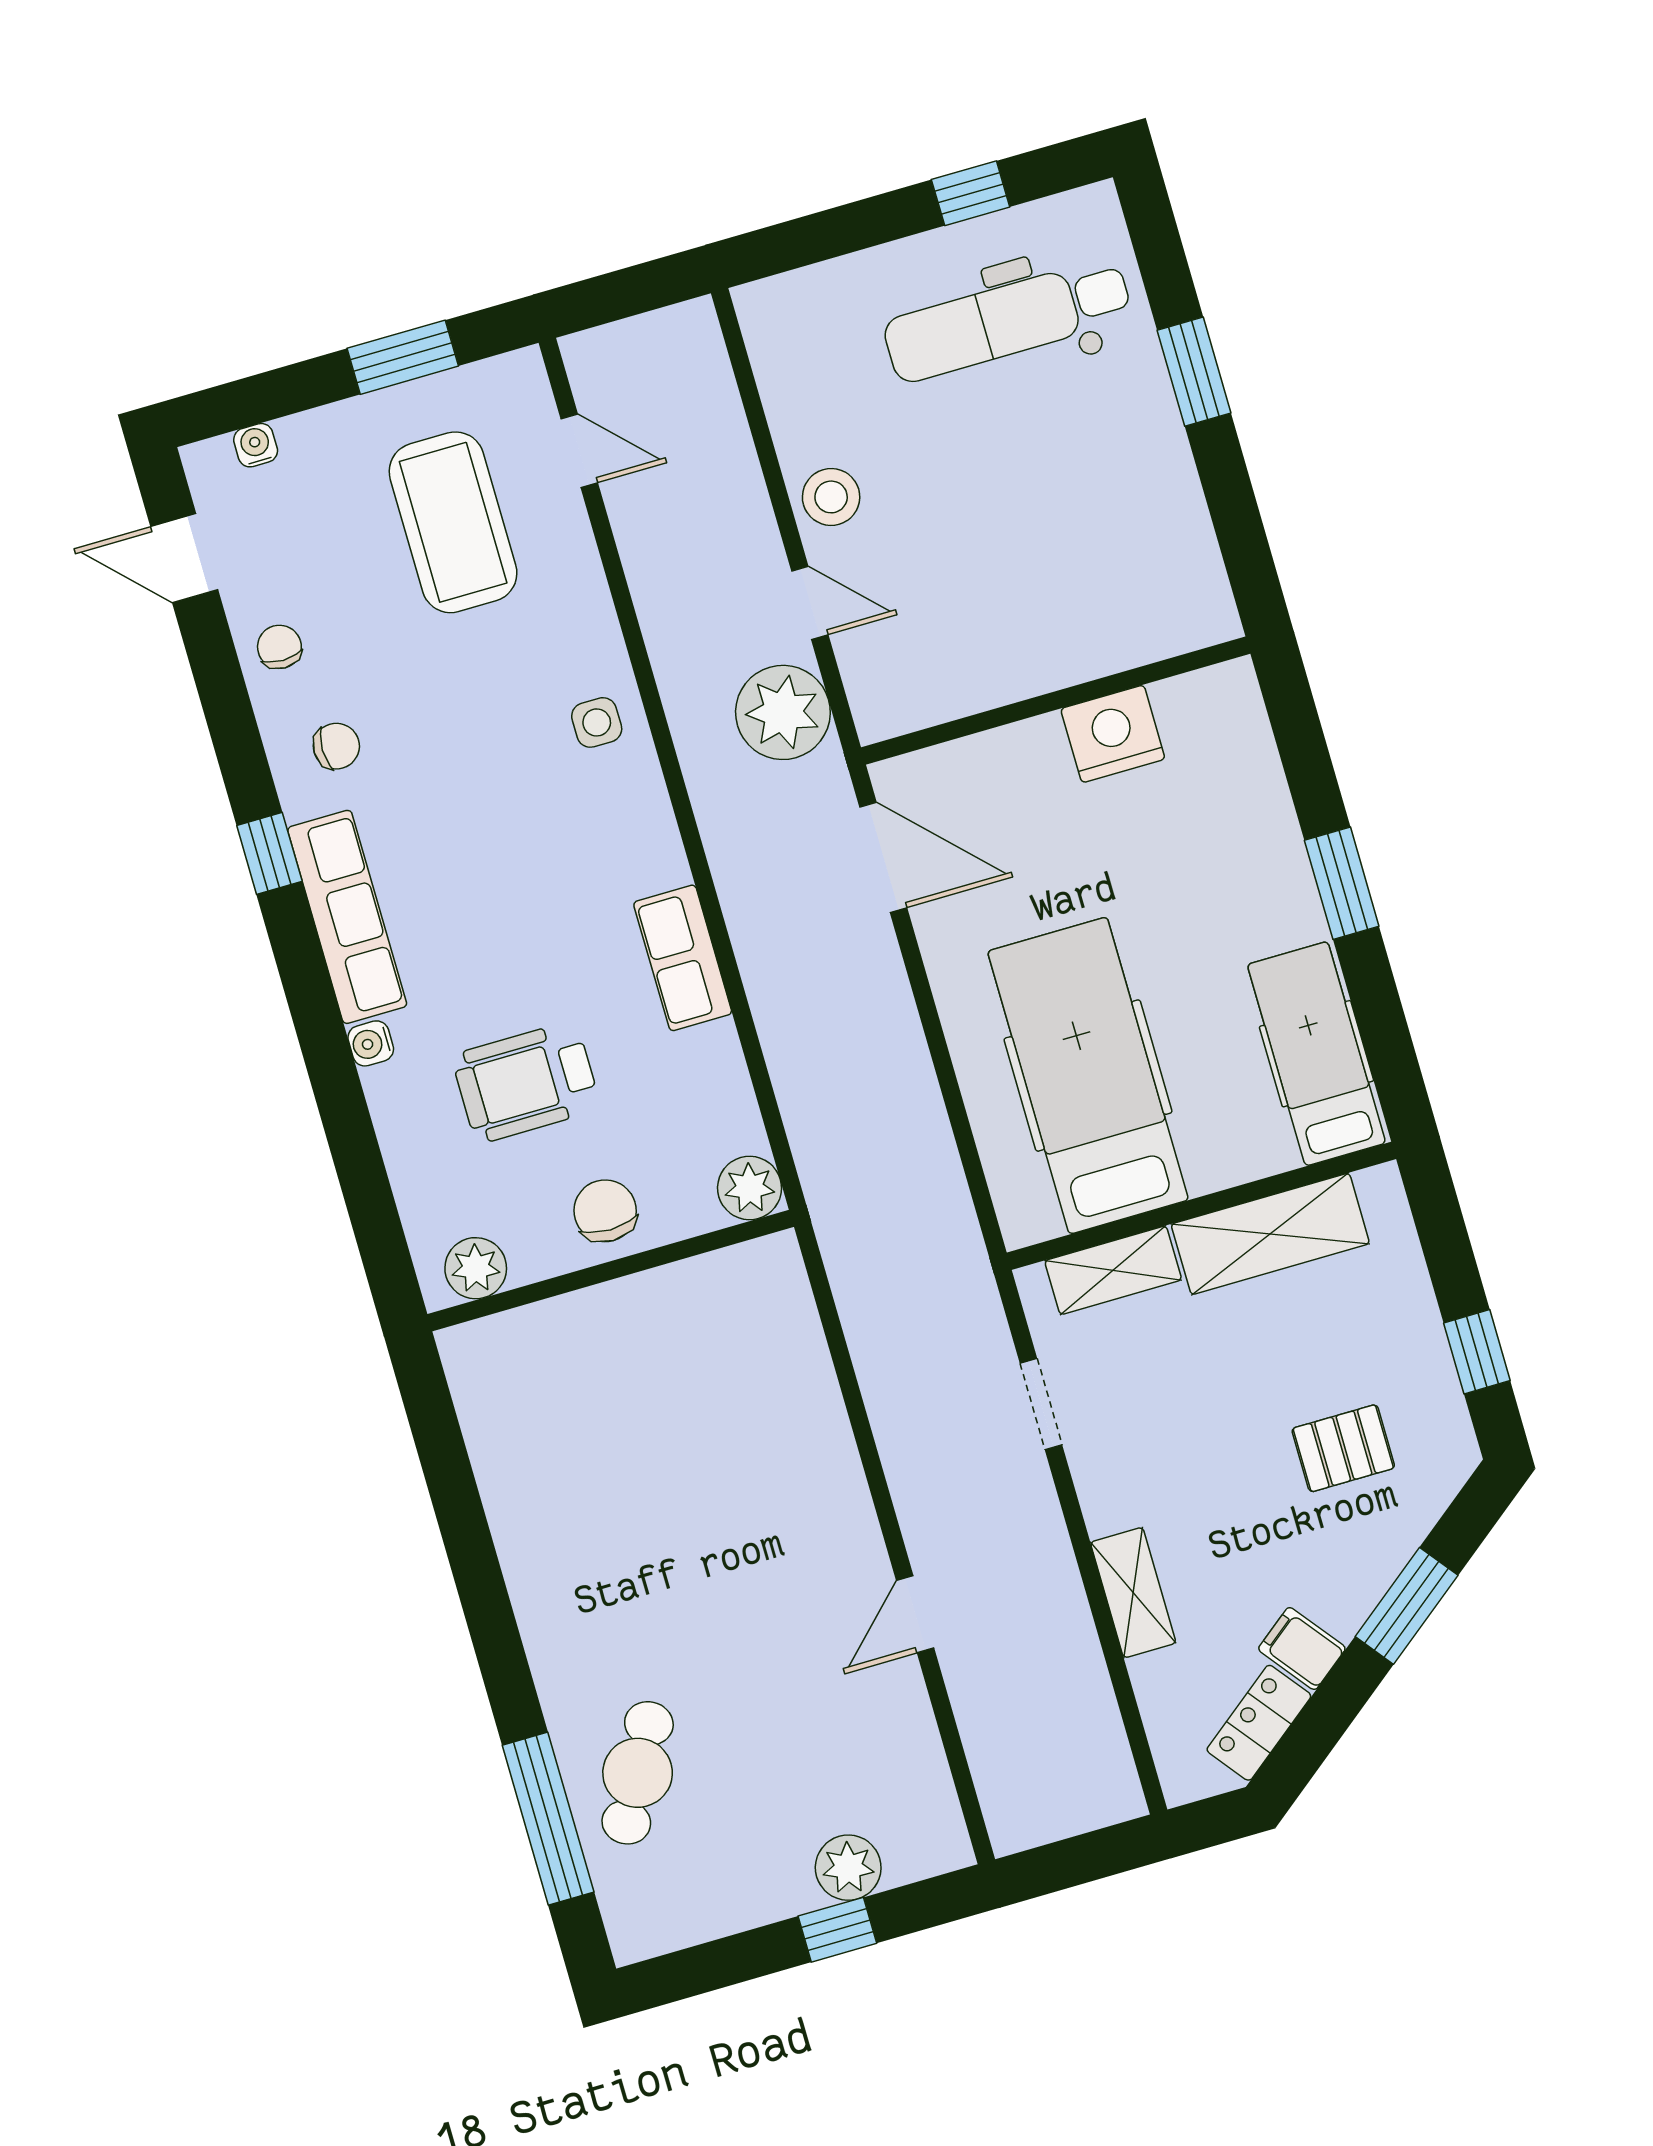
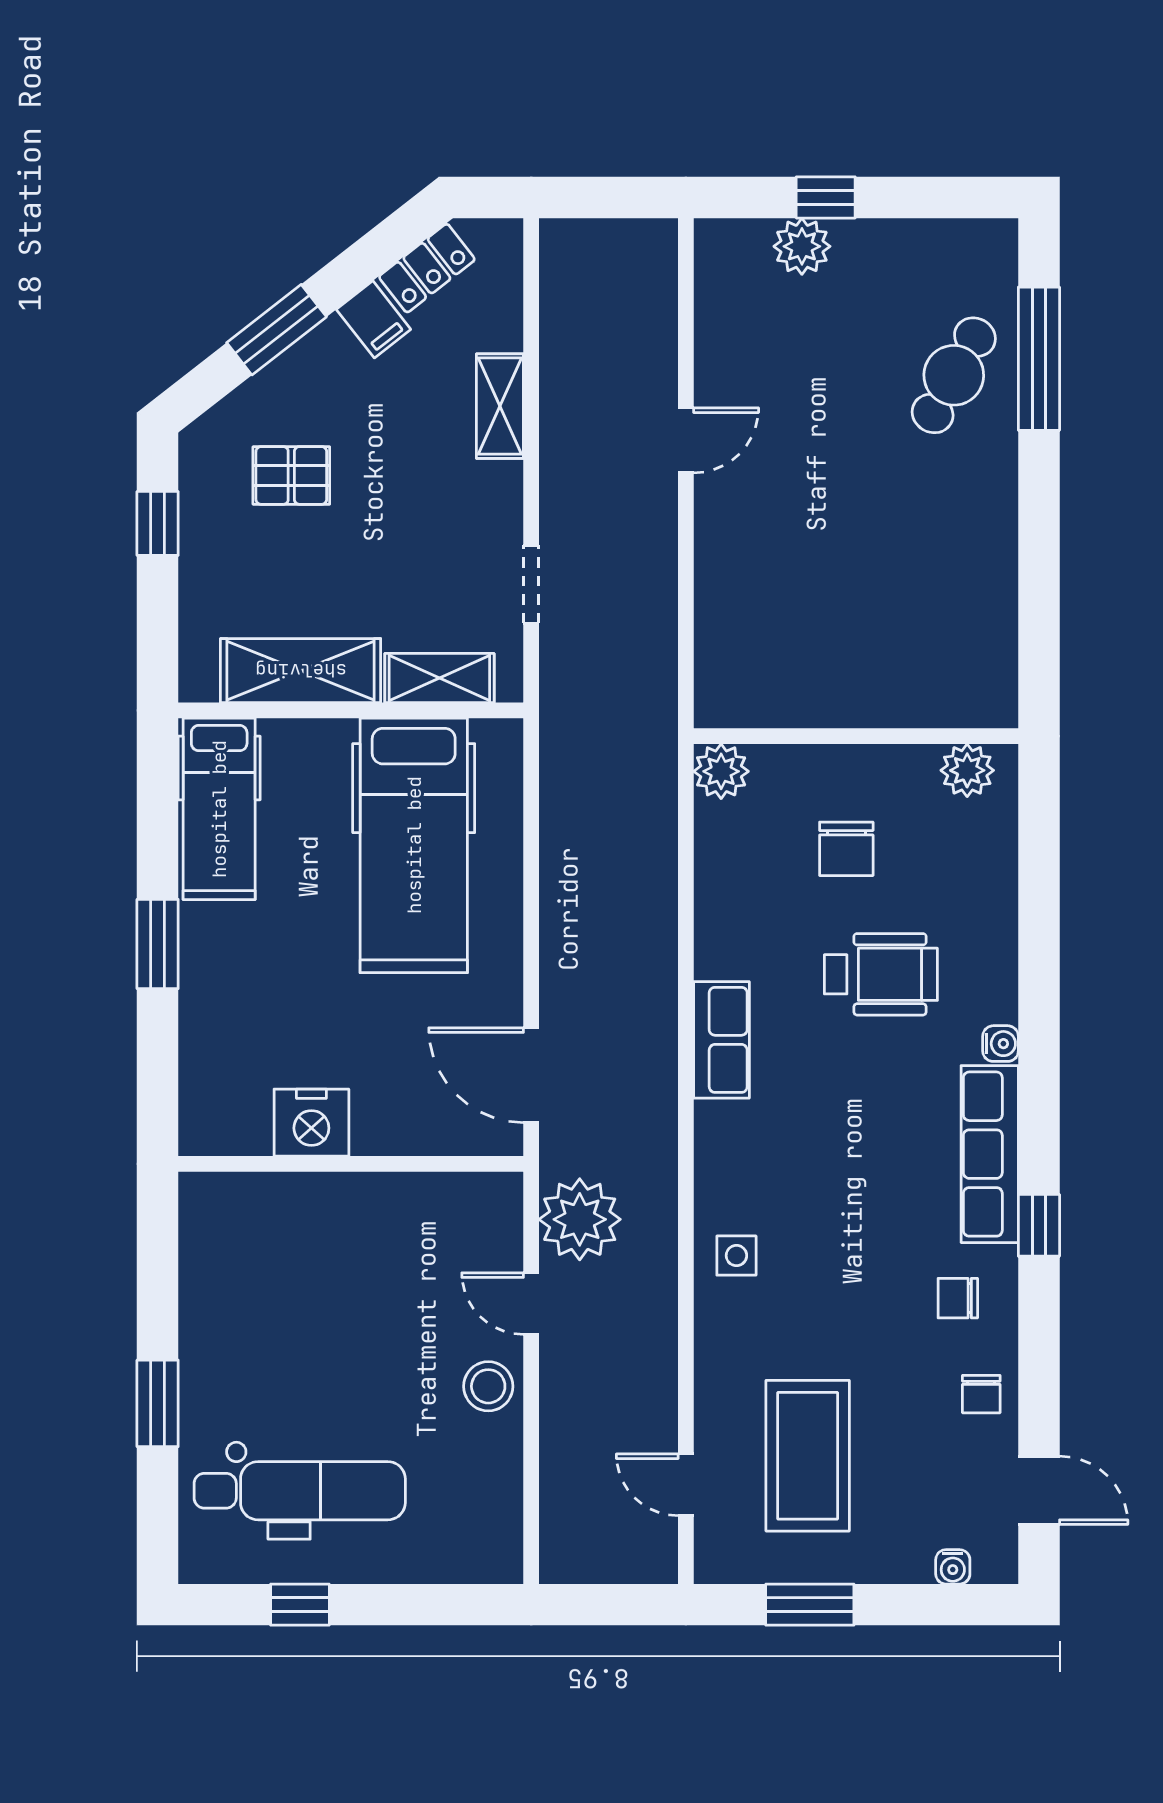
plant: (750, 1188) -> (721, 771), moved
plant: (476, 1268) -> (967, 770), moved
wall: (611, 1271) -> (856, 736), moved

